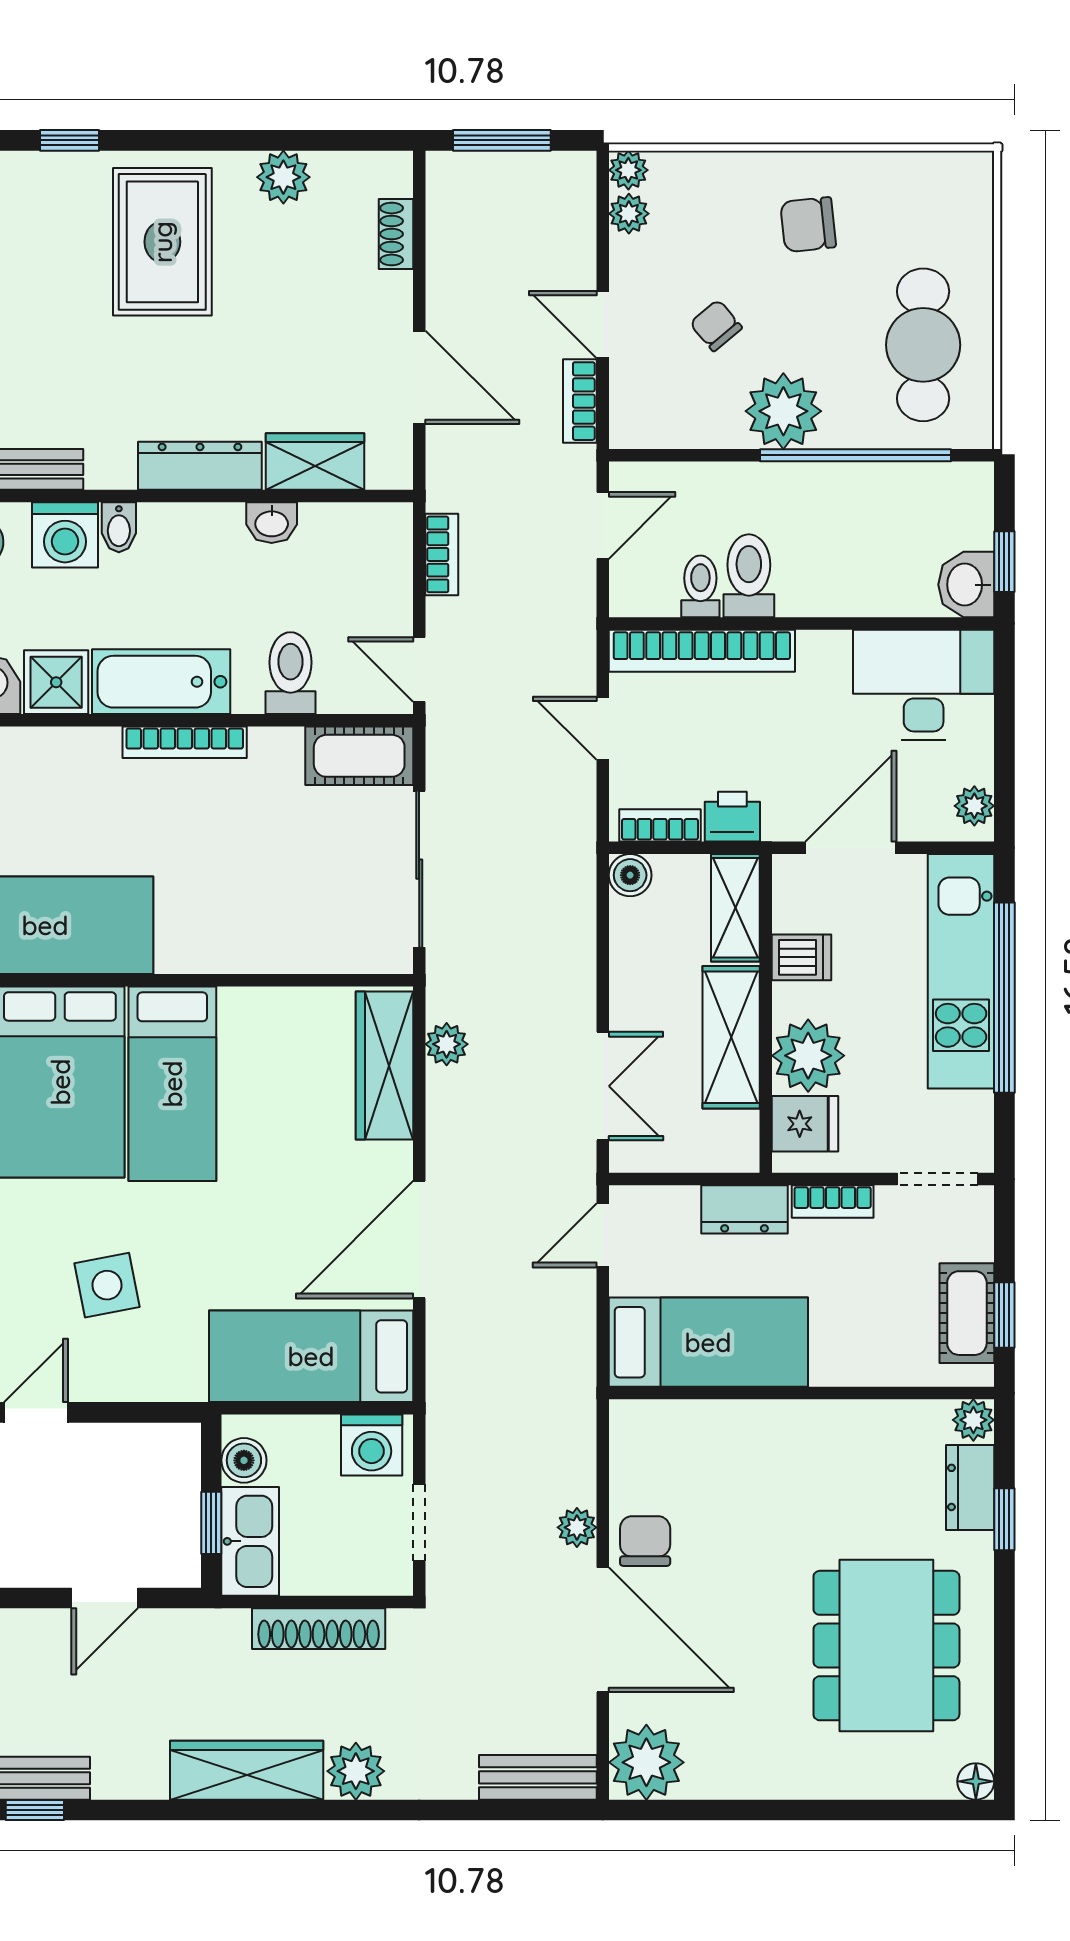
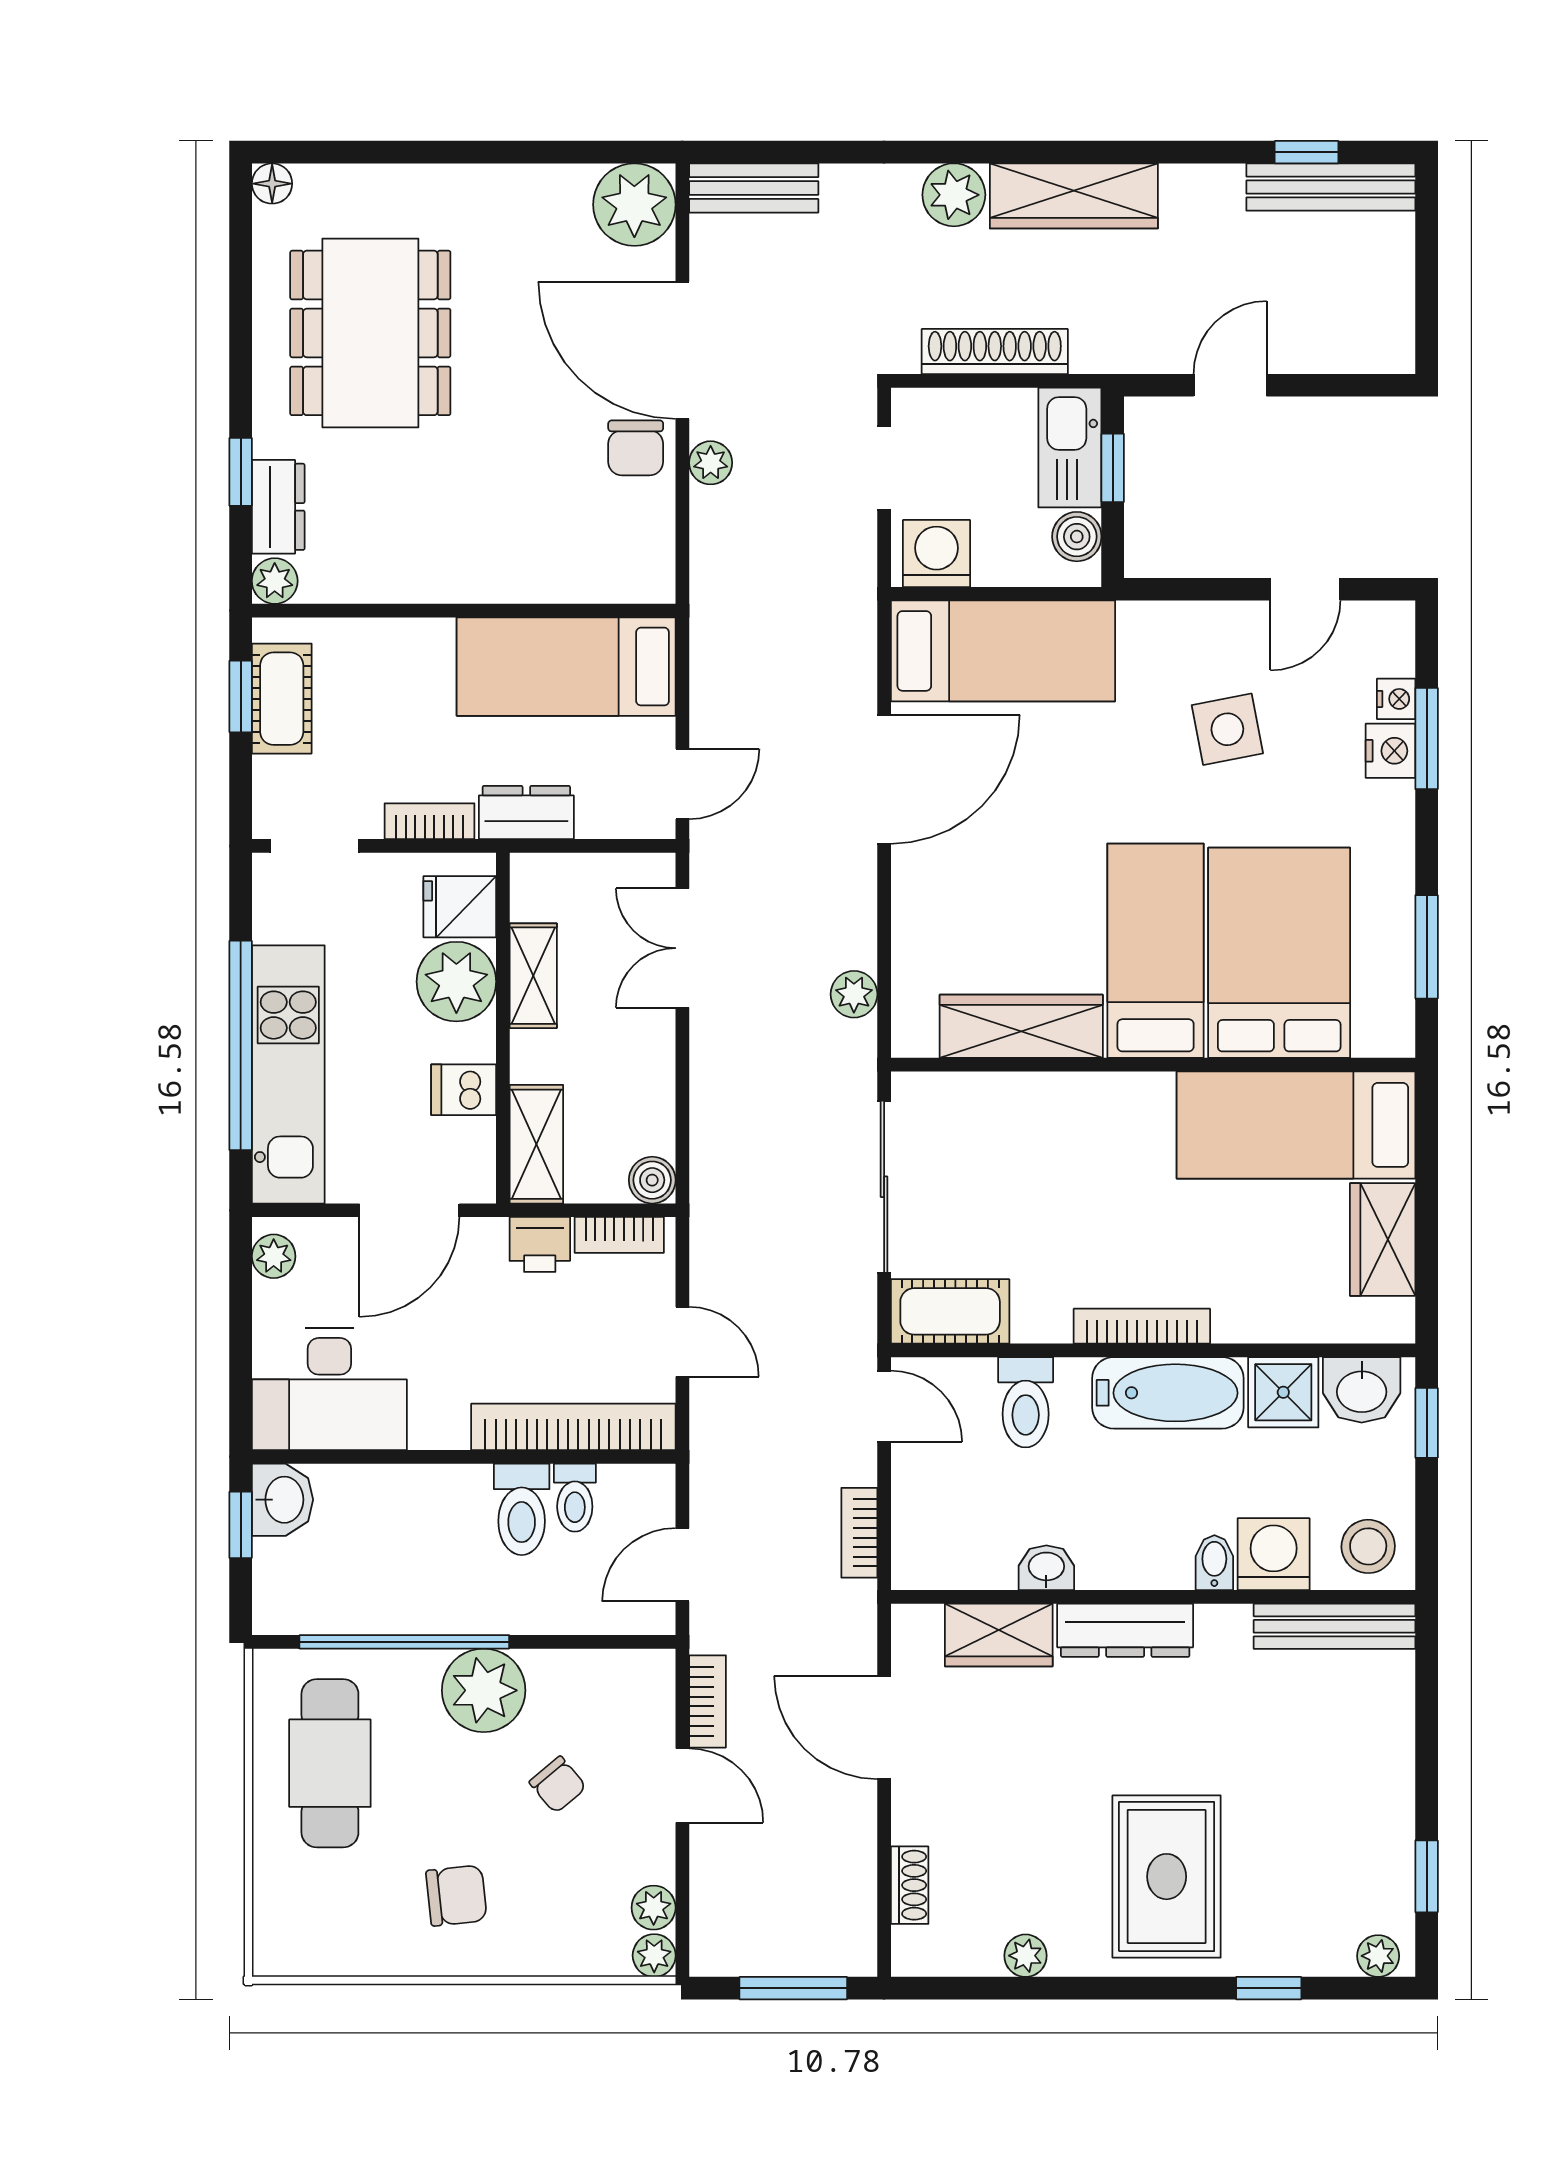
plant: (283, 177) -> (1026, 1956), width x0.73, depth x0.73
shelving: (731, 1037) -> (533, 976), width x0.67, depth x0.75
wardrobe: (384, 1066) -> (1021, 1026), moved, turned -90

